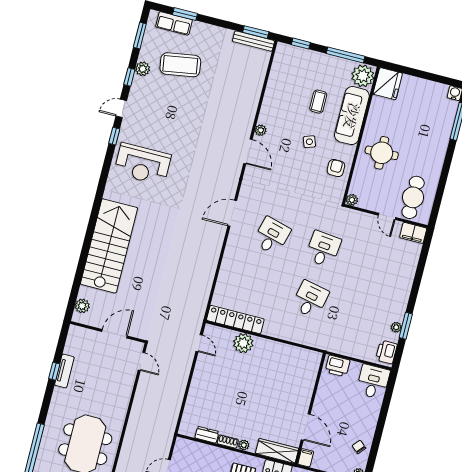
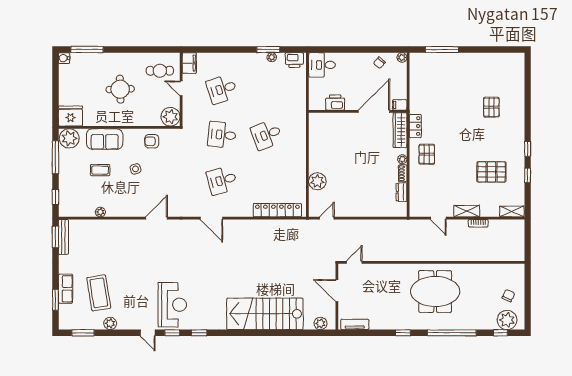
row of seats: (174, 23) -> (66, 289), moved
window: (129, 77) -> (199, 333), moved
sofa: (352, 116) -> (105, 139), width x0.73
plant: (261, 130) -> (100, 212), moved
round table: (382, 153) -> (120, 89), moved
reception desk: (143, 164) -> (172, 305), moved
cafe table: (413, 197) -> (160, 71), width x0.73, depth x0.74
plant: (352, 200) -> (171, 117), width x1.87, depth x1.87
door: (387, 216) -> (181, 88), swing flipped
desk: (272, 236) -> (222, 180), turned -30
desk: (374, 262) -> (222, 89), added
desk: (310, 299) -> (267, 135), turned -33
locker: (235, 320) -> (277, 210), moved, turned 90
printer: (338, 366) -> (335, 103), moved, turned -90
window: (54, 371) -> (403, 333), moved
tv unit: (64, 371) -> (355, 324), moved
door: (306, 427) -> (374, 111), width x1.36

